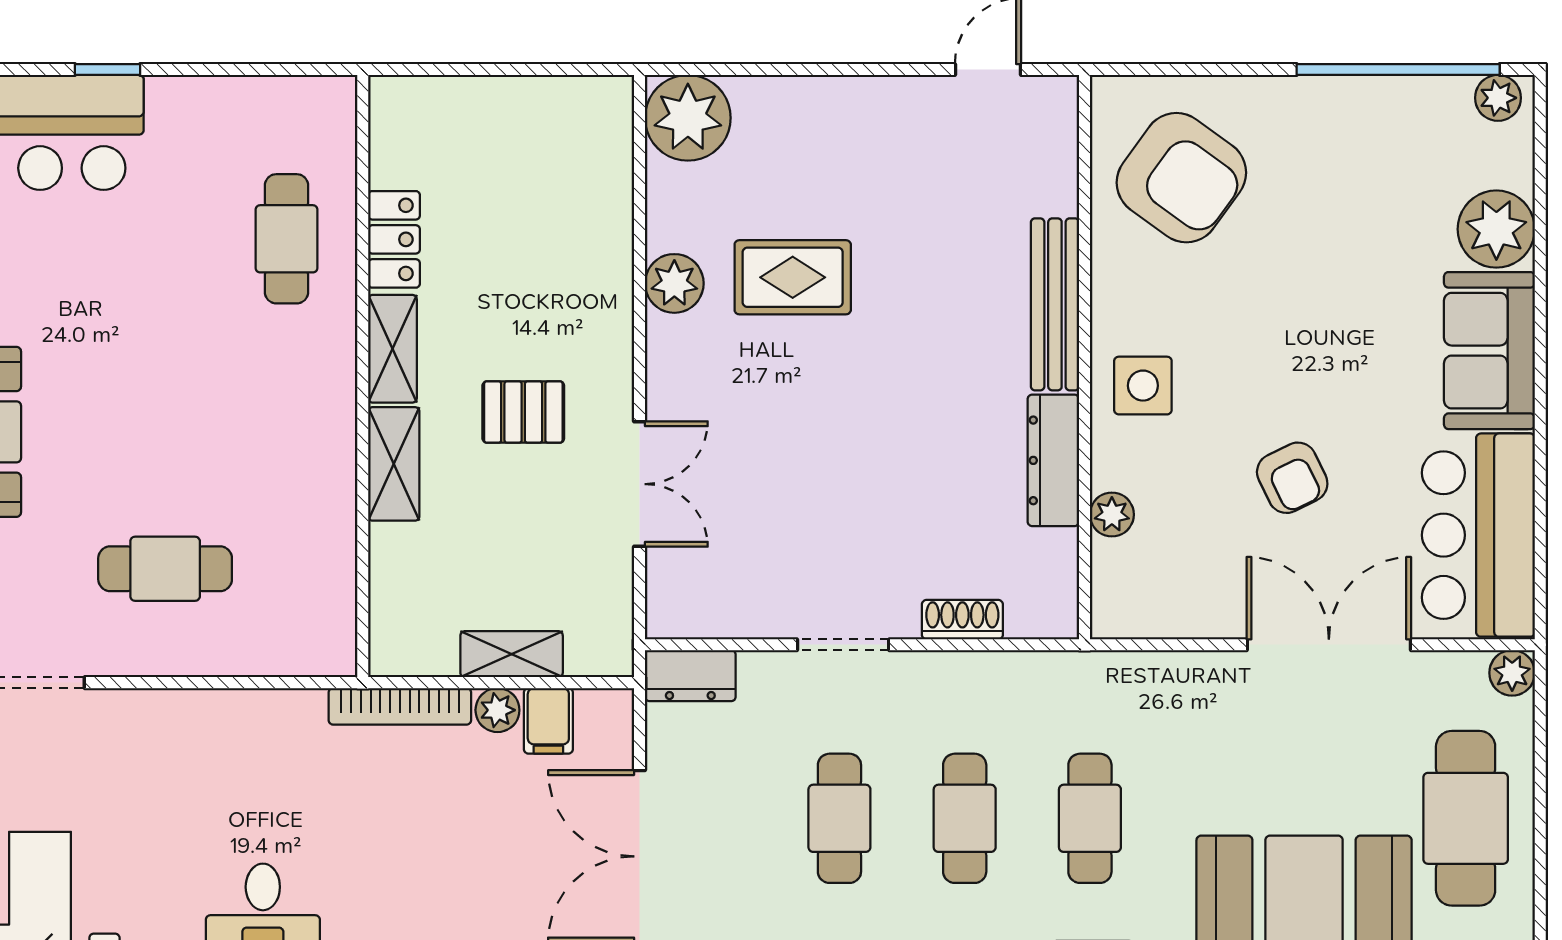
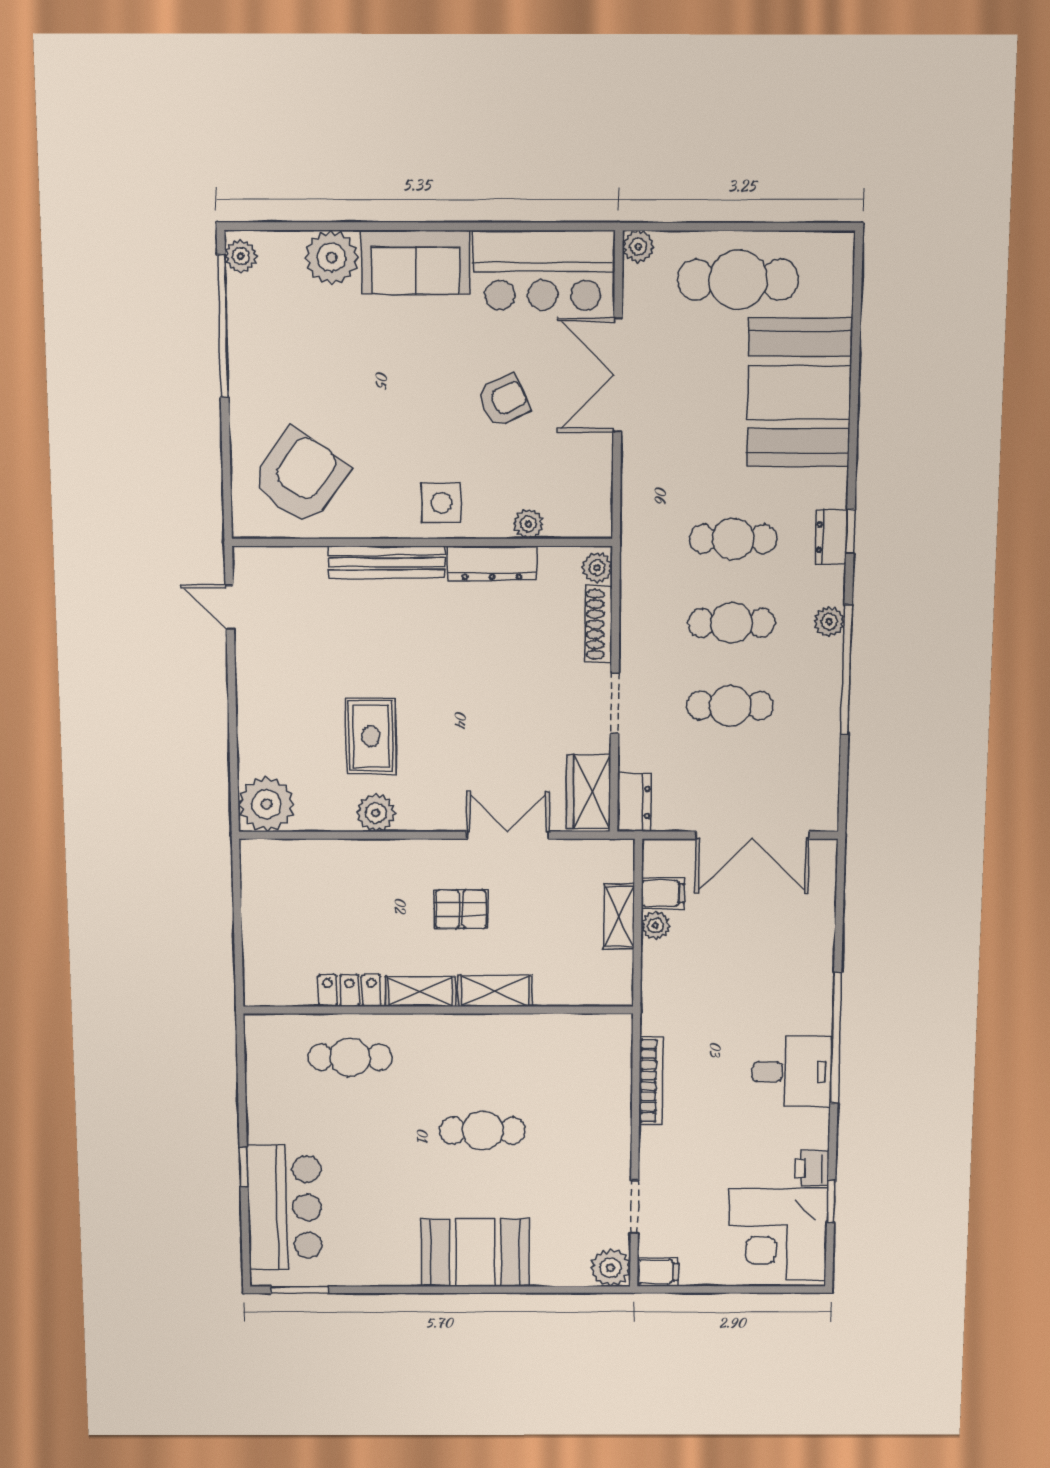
pallet: (523, 412) -> (461, 909), turned 90
cafe table: (165, 569) -> (483, 1131), moved, turned 90
wardrobe: (707, 606) -> (588, 792), added
plant: (1047, 617) -> (597, 568), added
shoe rack: (962, 620) -> (599, 624), width x1.43
bookcase: (400, 706) -> (651, 1081), moved

